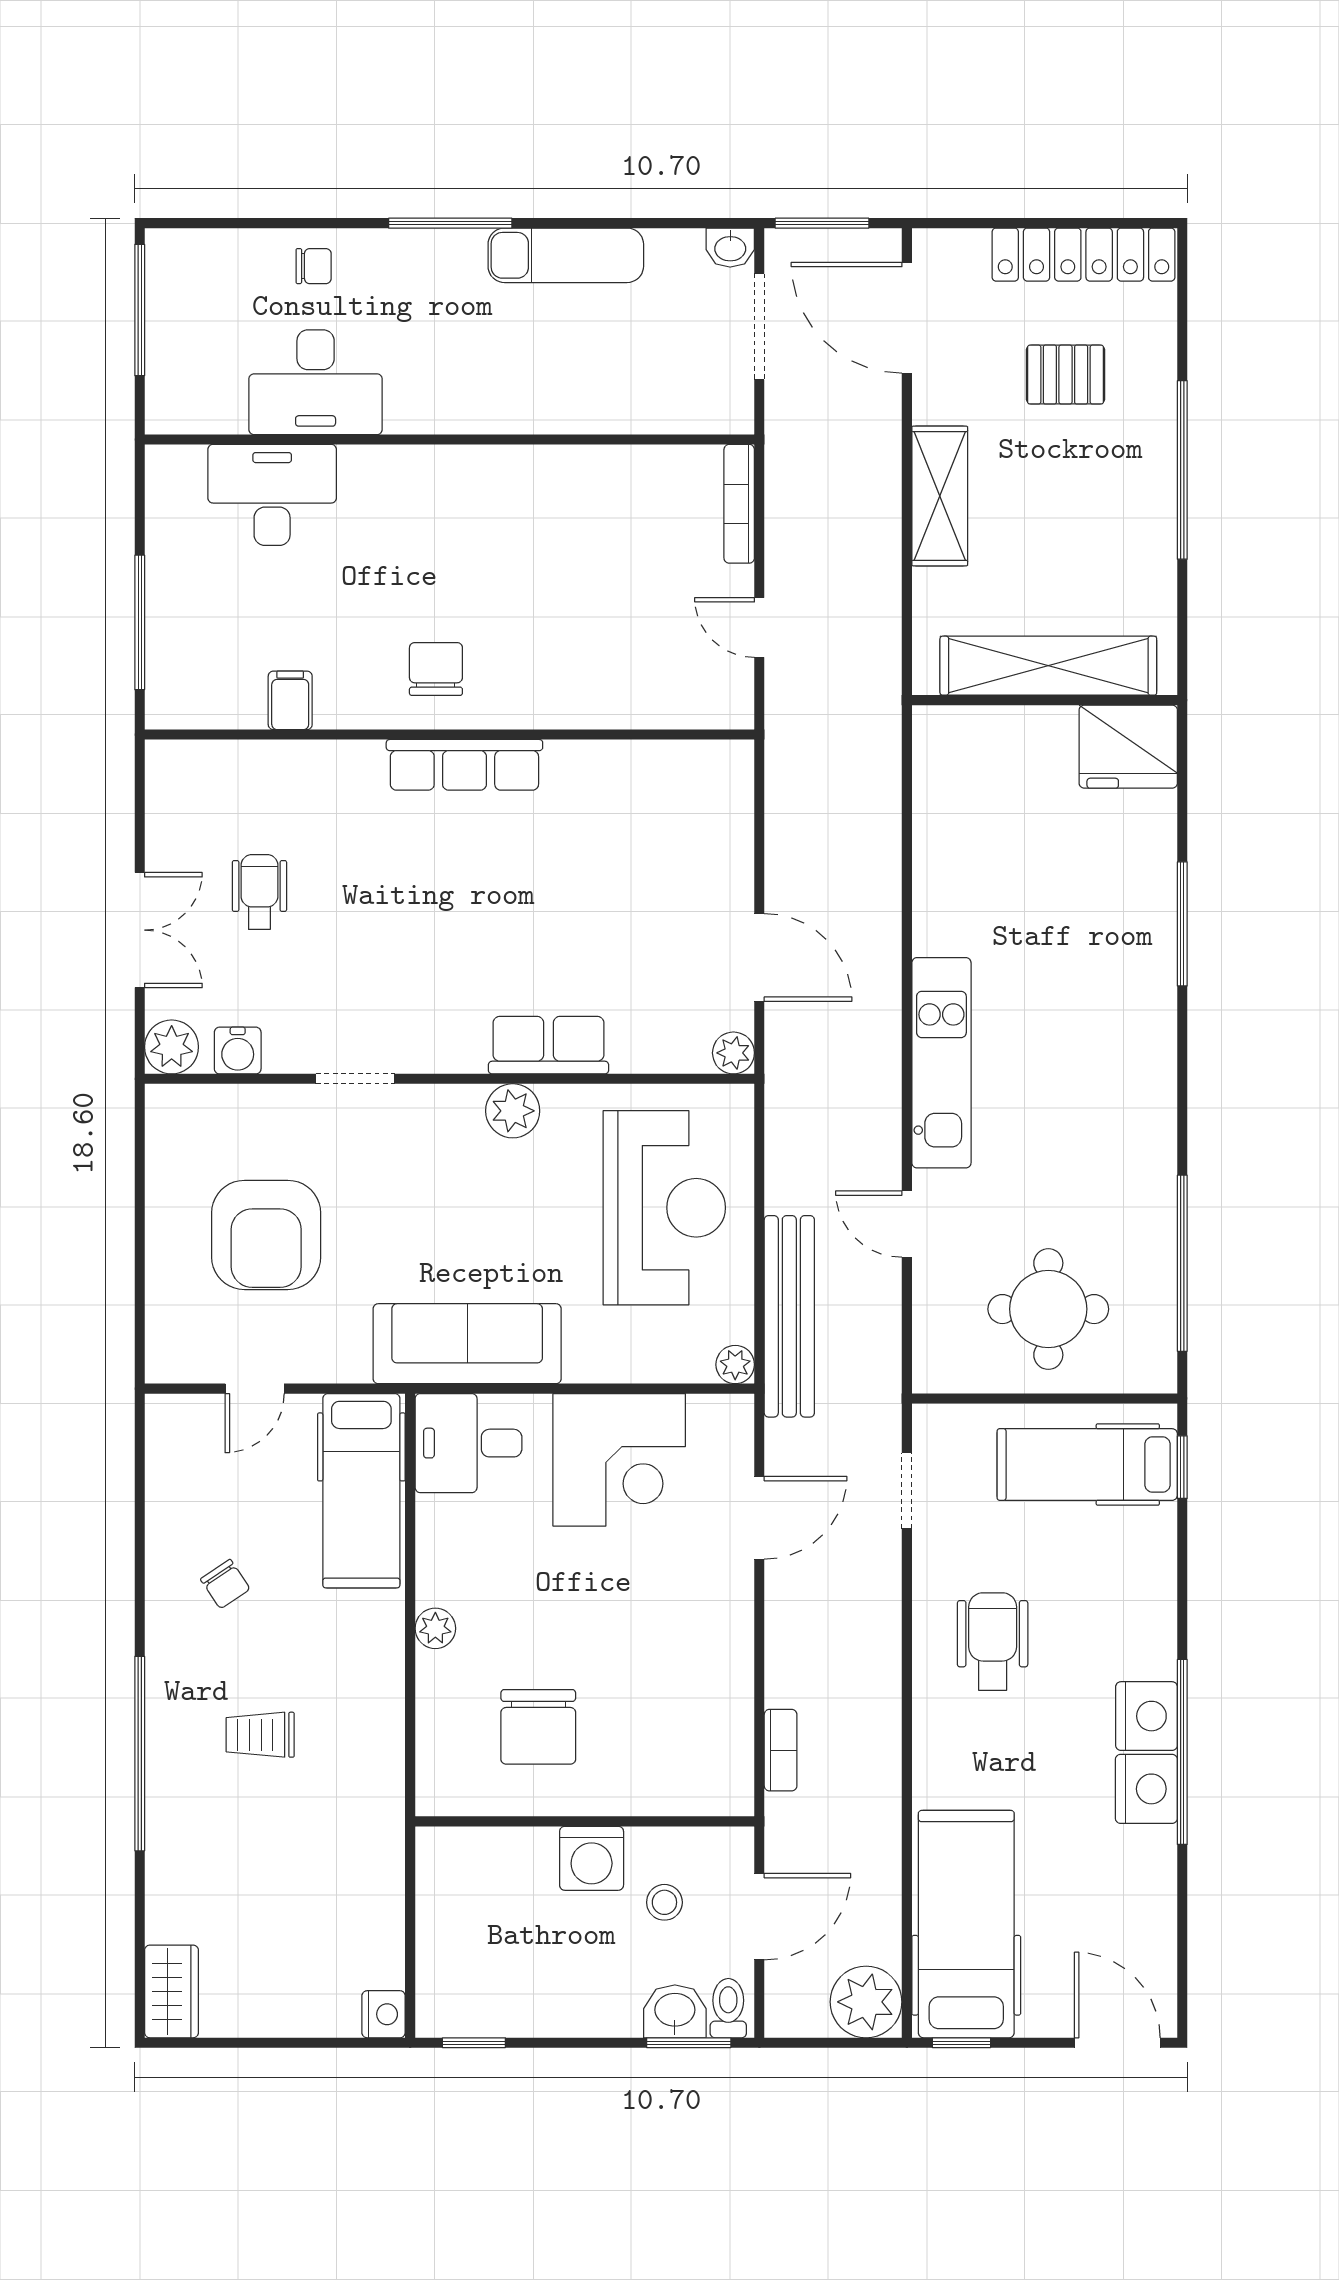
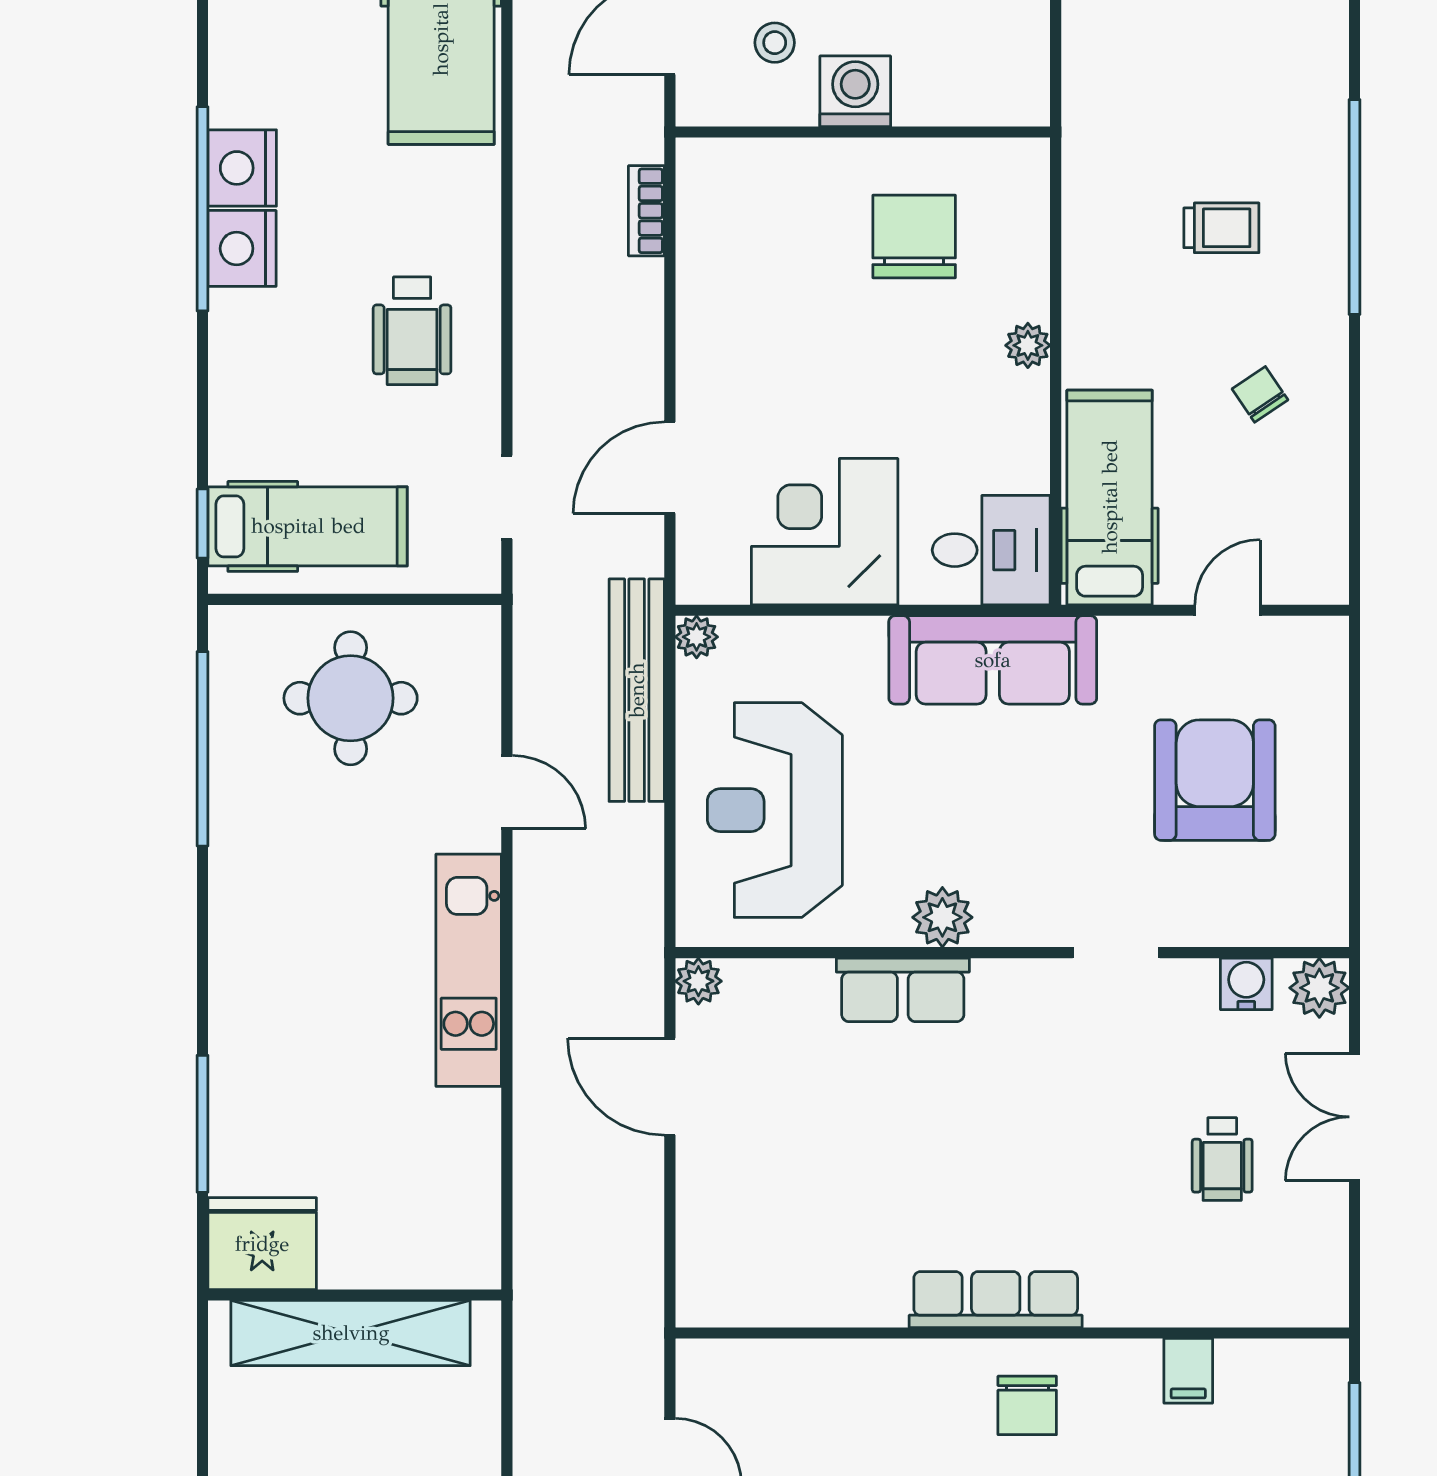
shelving: (1048, 666) -> (351, 1333), moved
wall: (1045, 700) -> (355, 1295), moved
fridge: (1128, 747) -> (262, 1244), moved

